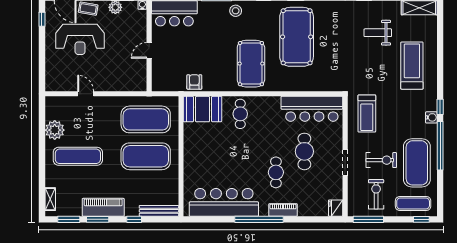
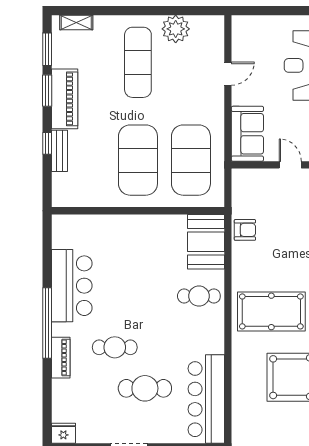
sofa: (127, 80) -> (247, 134), added
bar counter: (224, 202) -> (72, 286), width x0.73
bench: (159, 211) -> (59, 151), moved, width x0.73

